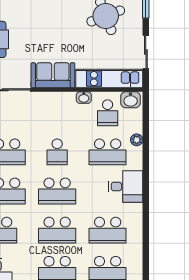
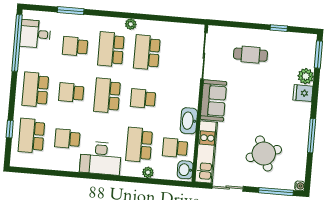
washbasin: (84, 98) -> (189, 121), width x1.91, depth x1.45
desk: (126, 186) -> (101, 158), width x1.37
school desk: (57, 230) -> (71, 93), width x0.54
school desk: (108, 230) -> (67, 139), width x0.54

